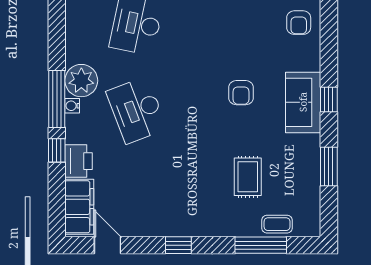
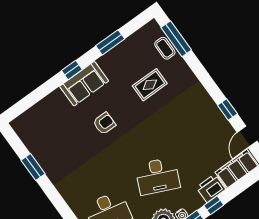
armchair: (299, 23) -> (40, 119), removed
desk: (137, 110) -> (158, 176), turned 45
window: (178, 245) -> (227, 110), moved
window: (261, 245) -> (176, 39), moved

